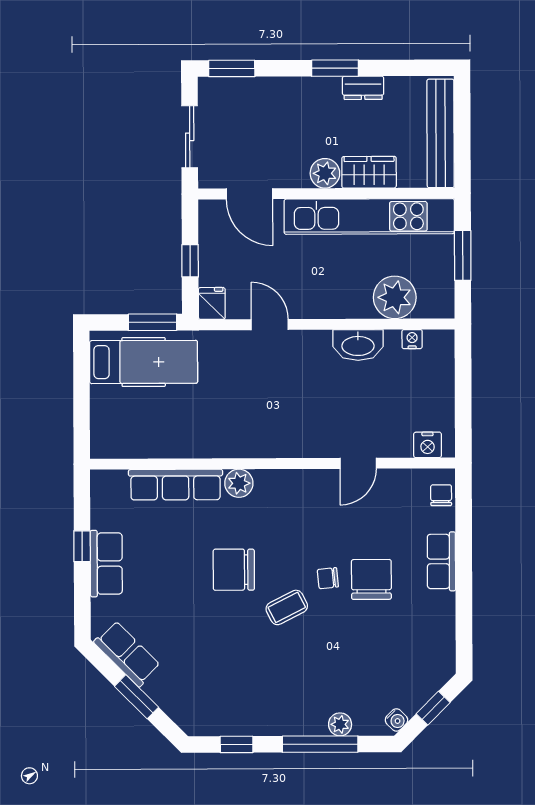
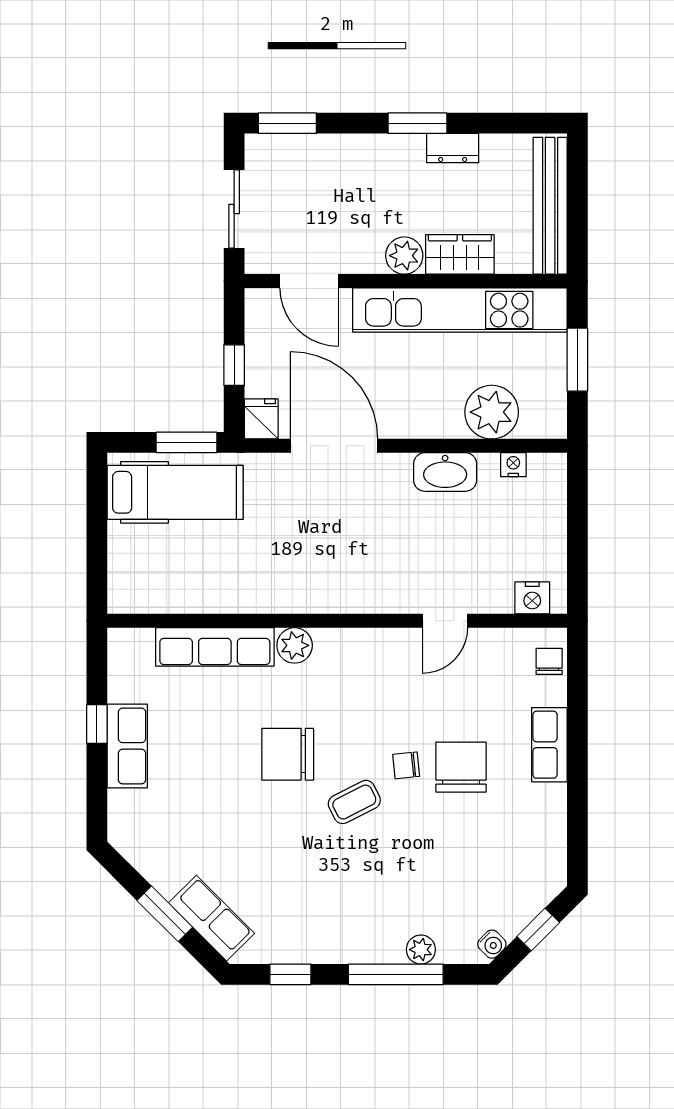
door: (270, 325) -> (334, 446), width x1.88
row of seats: (127, 654) -> (212, 918), moved

